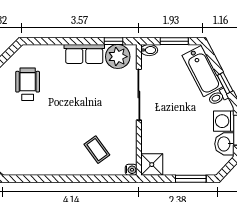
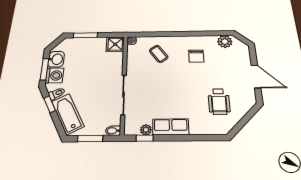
plant: (118, 57) -> (146, 130), width x0.53, depth x0.53
chair: (51, 146) -> (196, 56), added
plant: (14, 166) -> (225, 42), added

